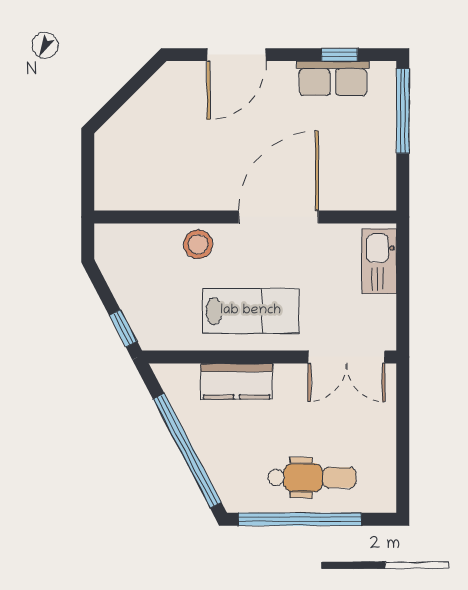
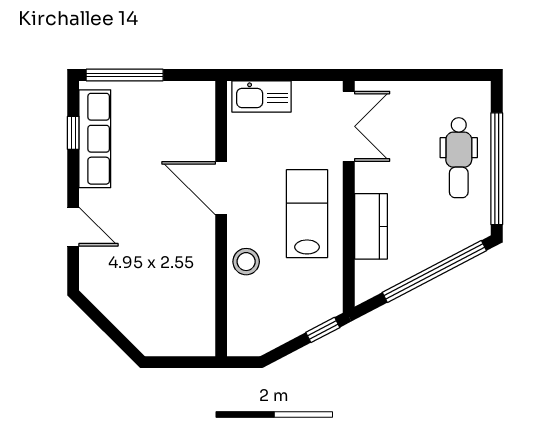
door: (237, 55) -> (73, 227), width x0.73
row of seats: (333, 78) -> (95, 139), width x1.48
door: (278, 217) -> (221, 188), width x0.73
dental chair: (312, 478) -> (459, 158), turned 180

